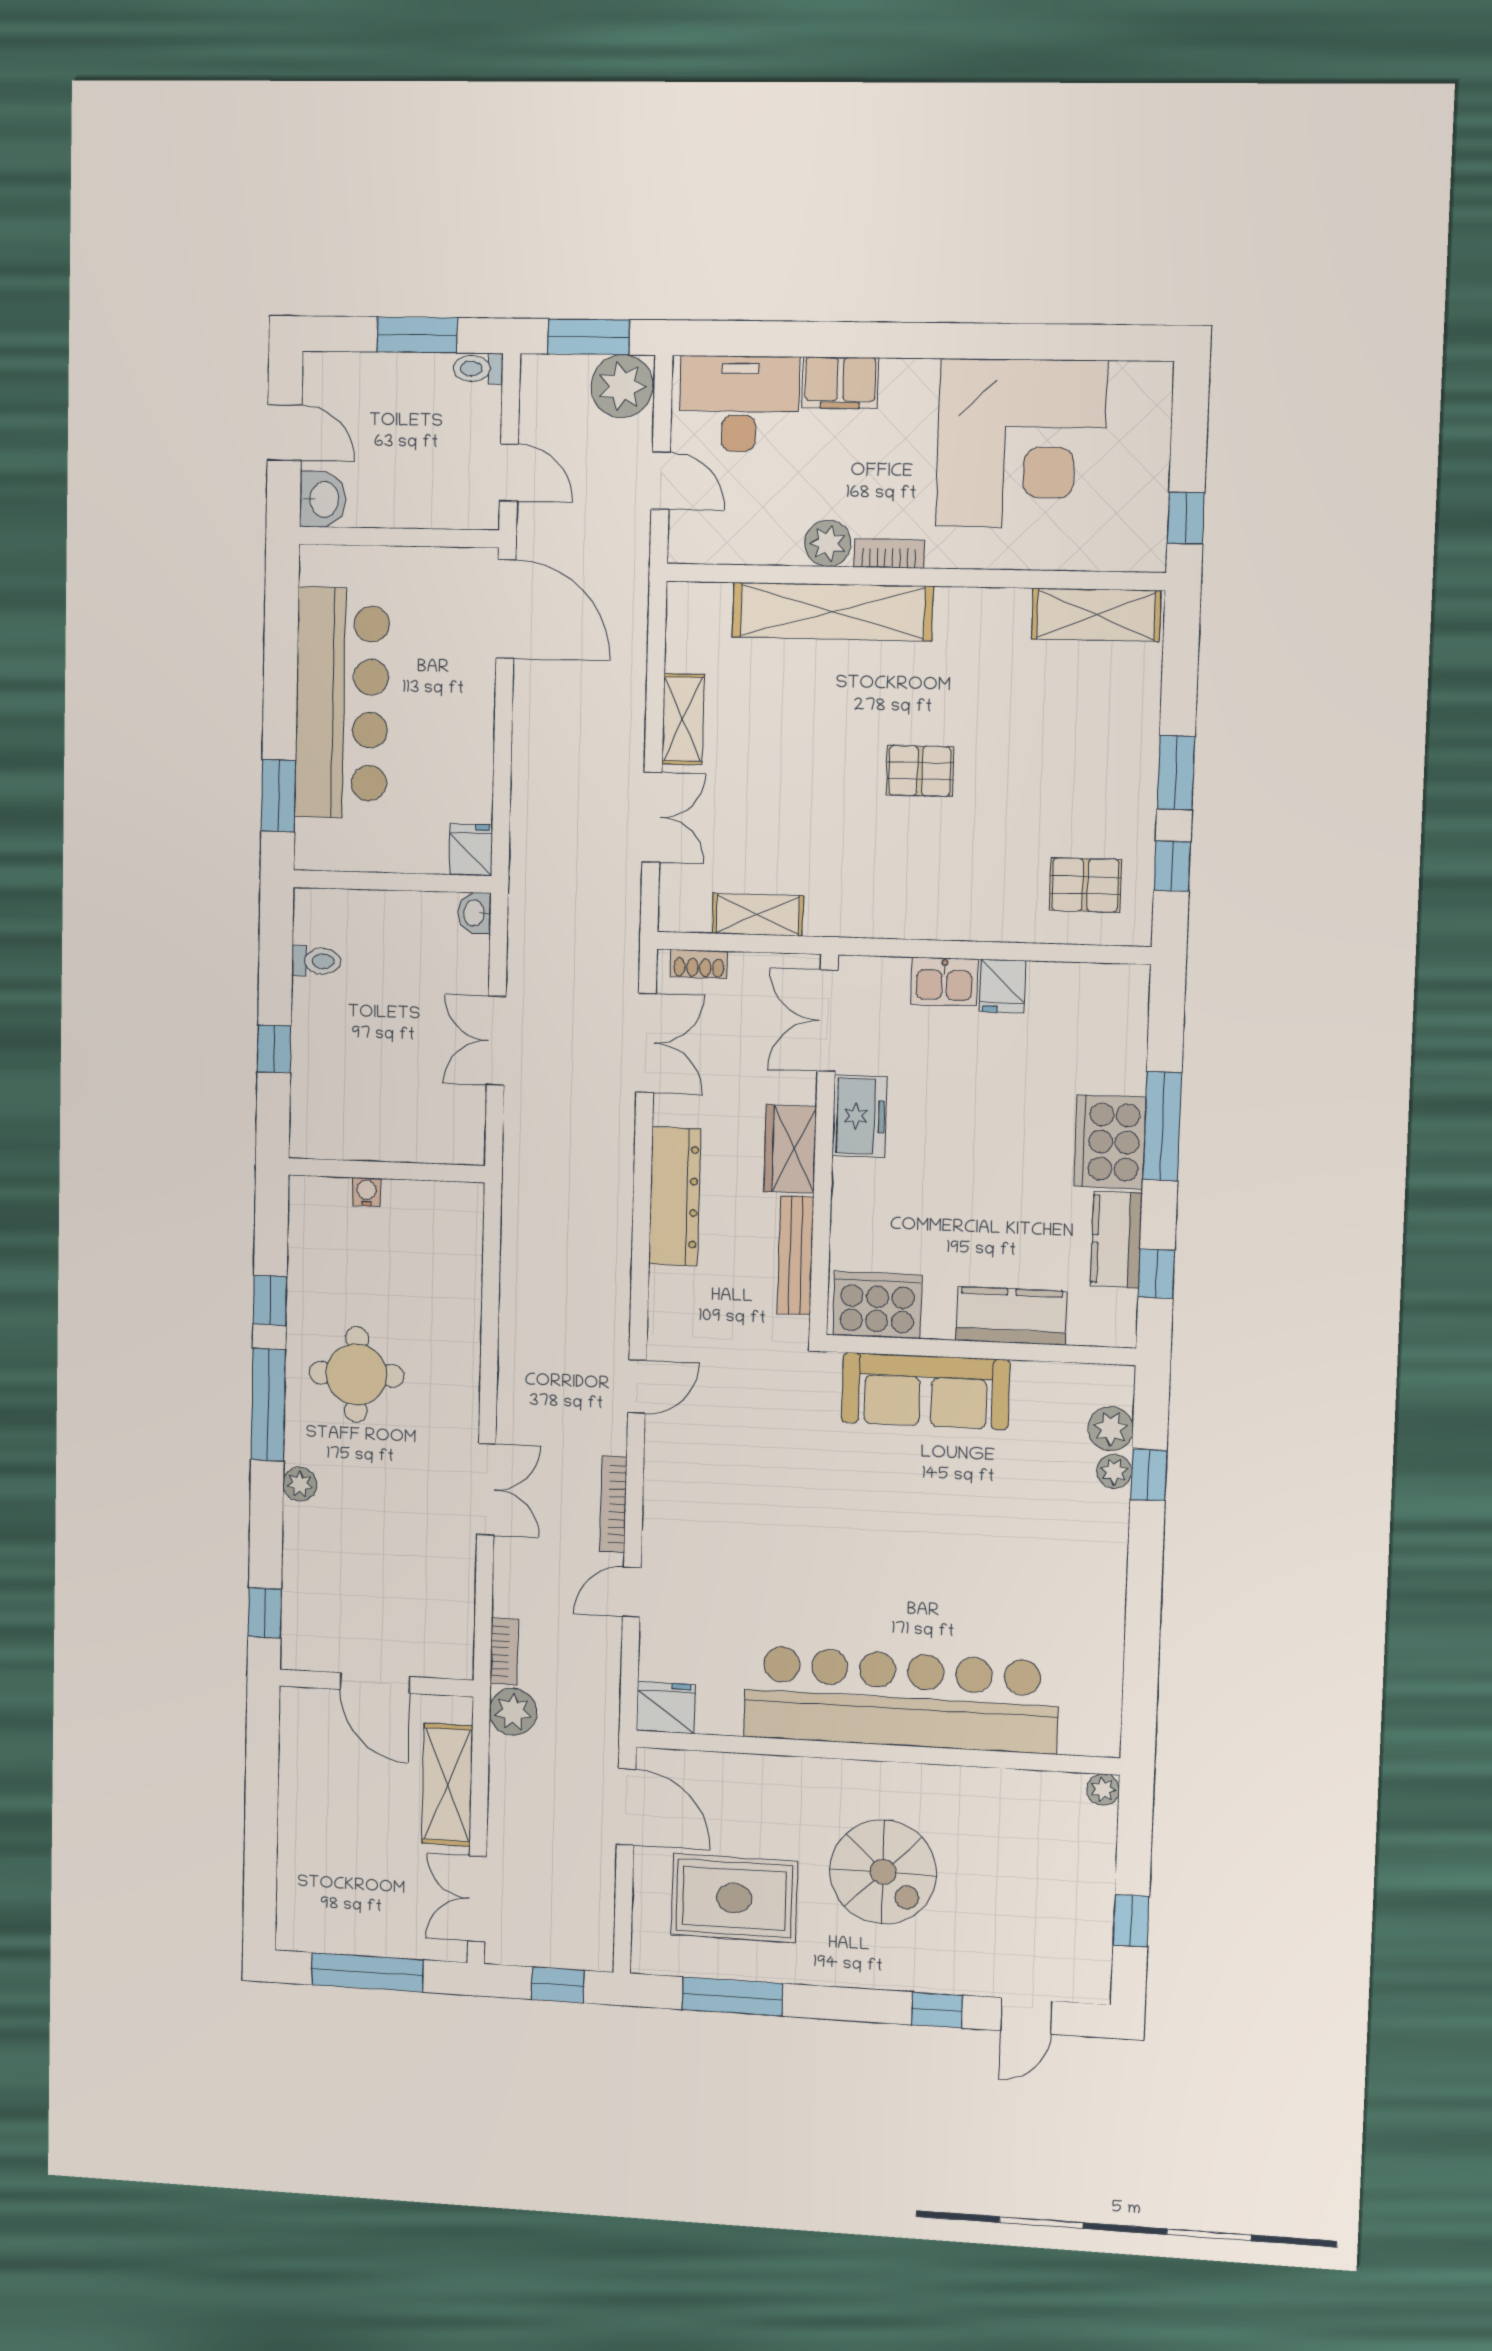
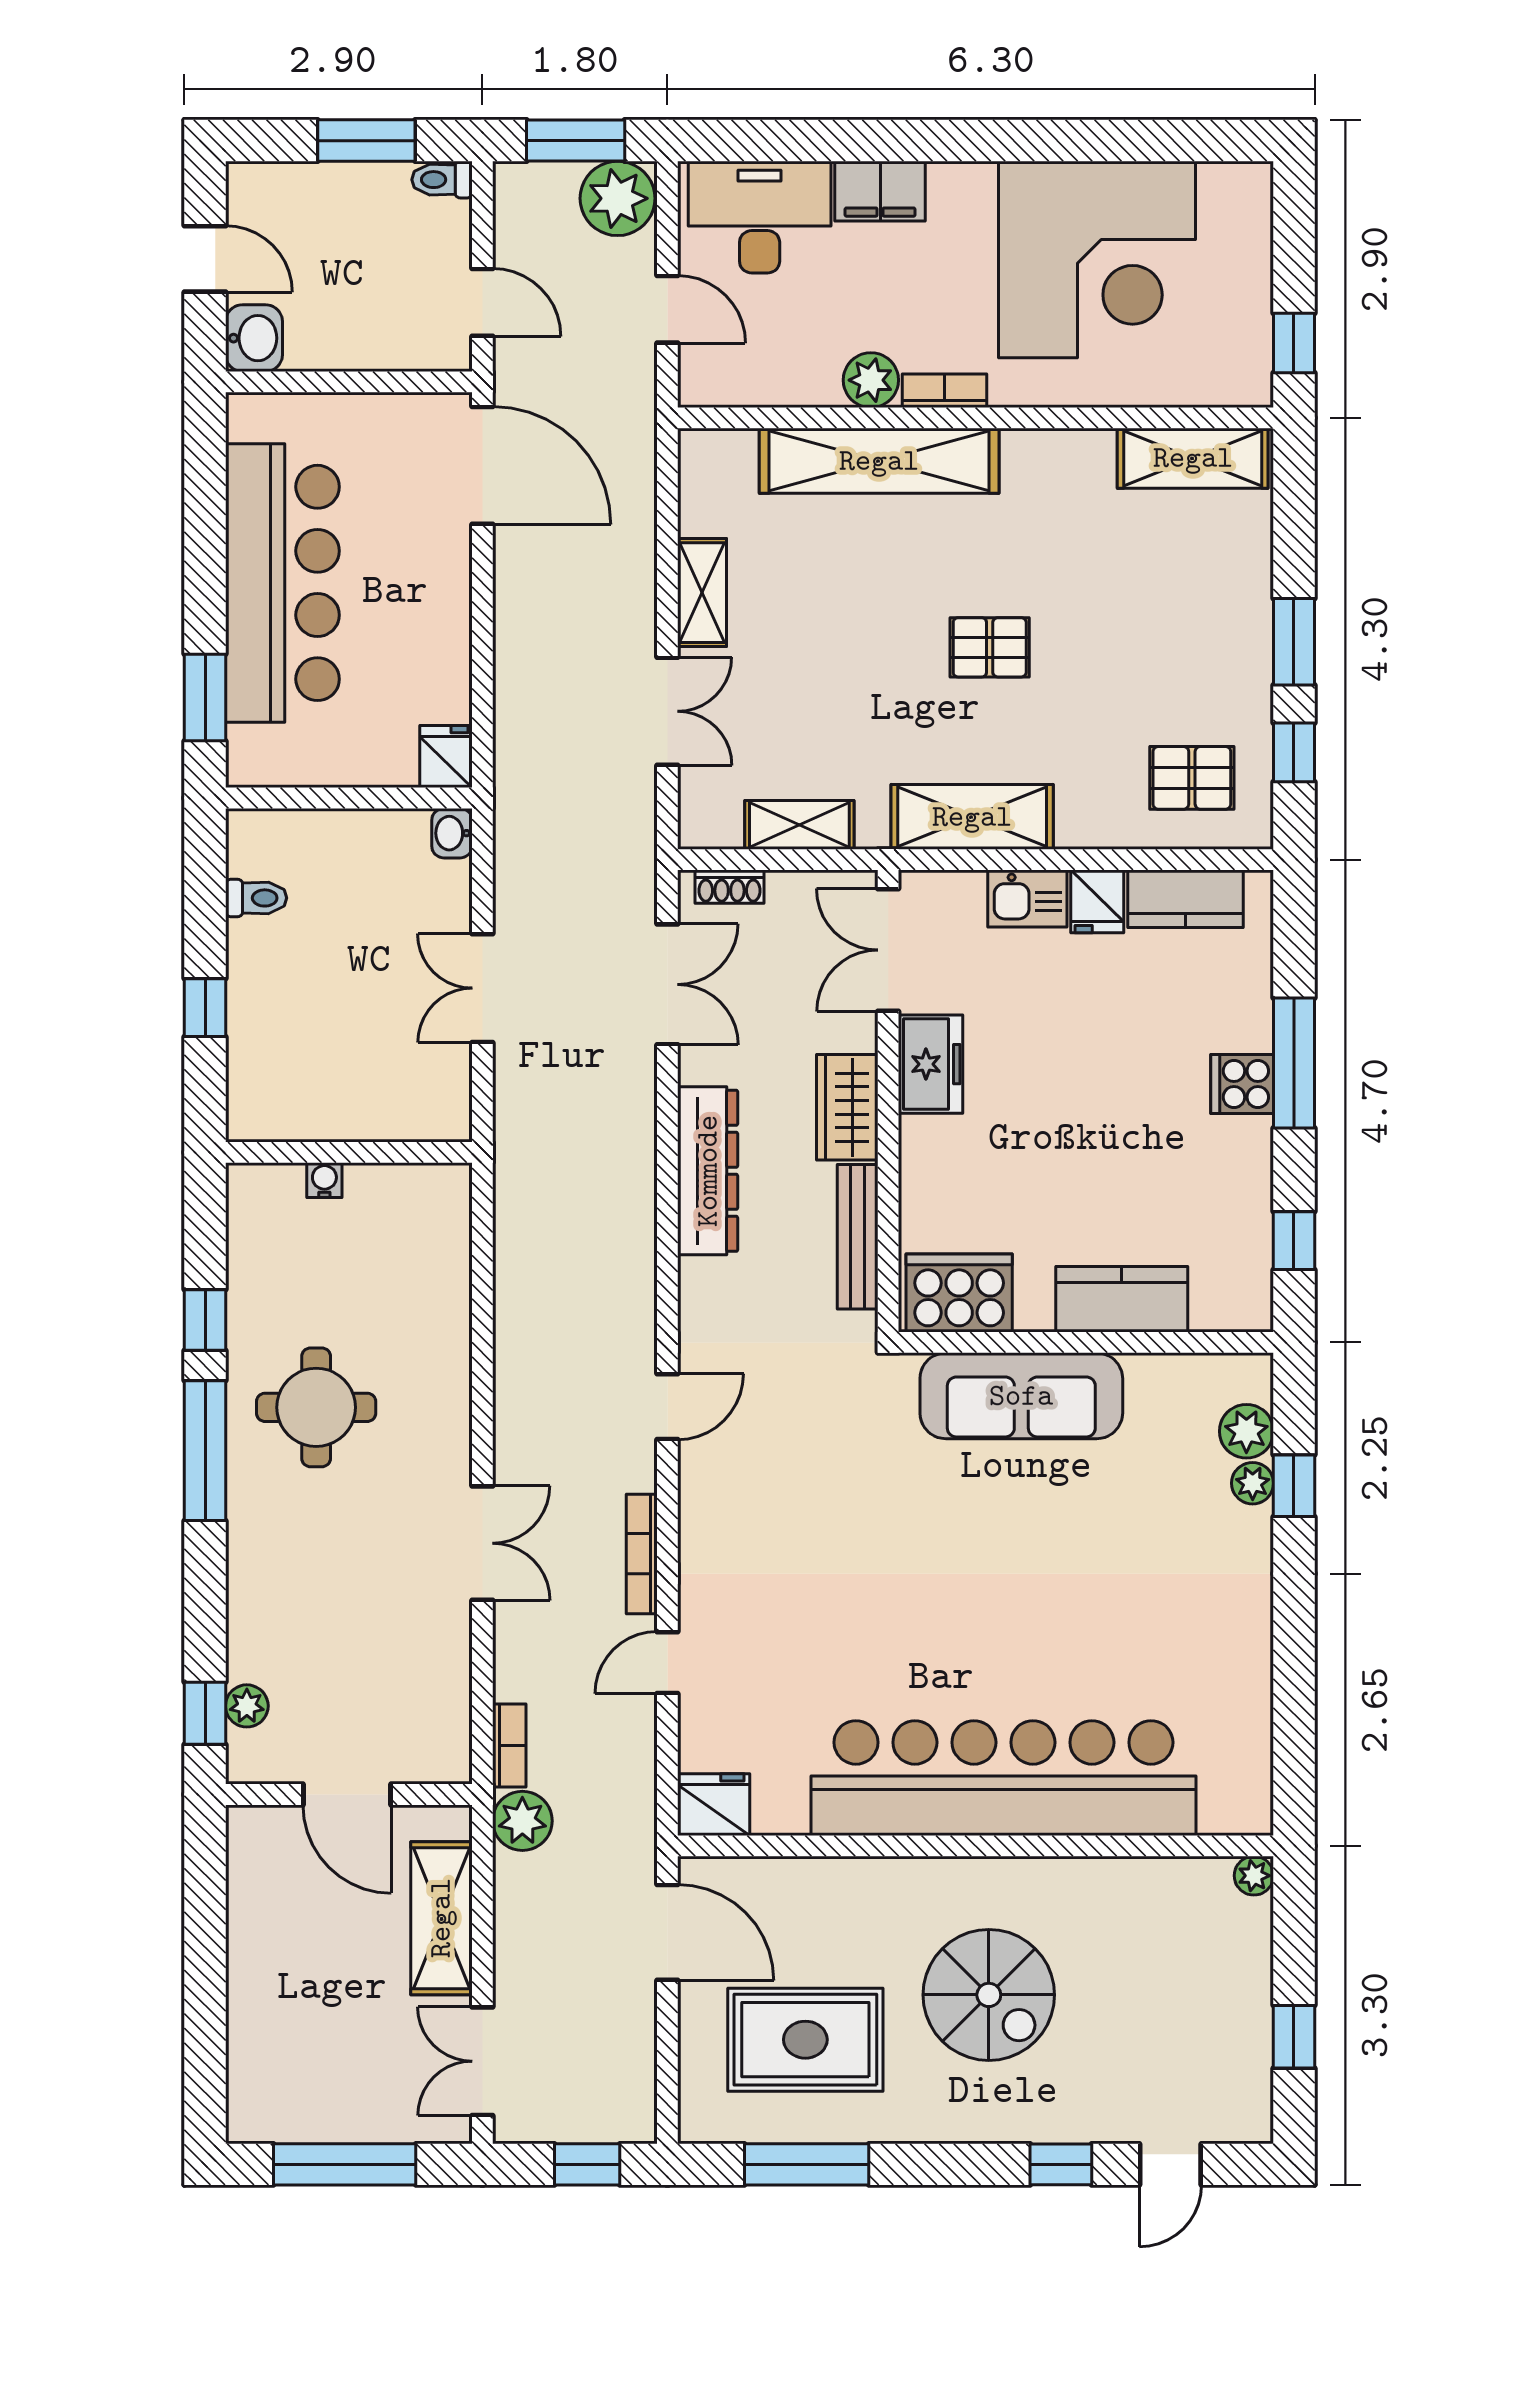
shelving: (901, 912) -> (972, 817), added
cooker: (1110, 1142) -> (1242, 1084), width x0.53, depth x0.76
kitchen counter: (1116, 1240) -> (1186, 899), moved, turned -90
plant: (300, 1484) -> (247, 1706), moved

